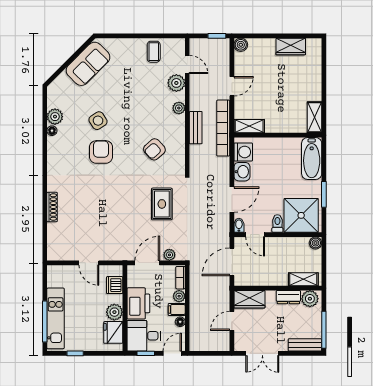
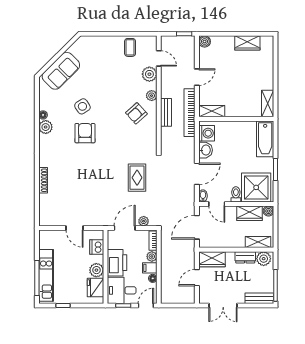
sofa: (88, 64) -> (61, 71), moved
plant: (55, 117) -> (46, 127), moved
armchair: (154, 149) -> (136, 113), moved
wardrobe: (293, 245) -> (250, 213), added

